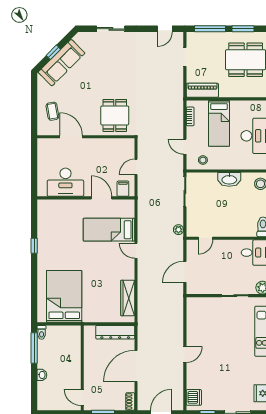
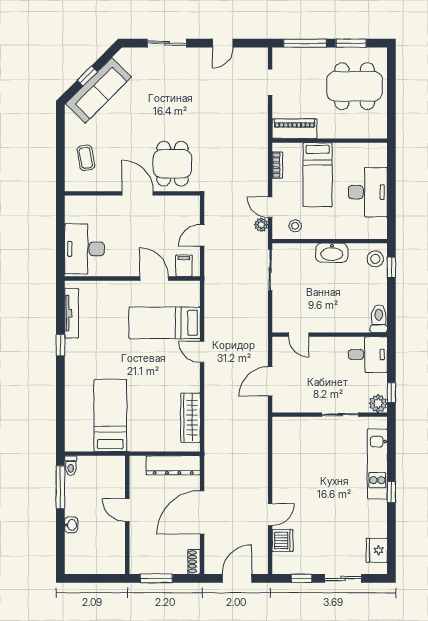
door: (165, 29) -> (223, 43), moved
door: (71, 137) -> (138, 193), moved
desk: (65, 182) -> (84, 249), moved, turned 90
tv unit: (42, 223) -> (71, 313), added
plant: (178, 230) -> (261, 225), moved
door: (205, 238) -> (299, 335), hinge flipped
bed: (64, 296) -> (110, 416), width x0.67
door: (185, 354) -> (270, 515), moved
door: (82, 397) -> (127, 510), moved
dishwasher: (194, 397) -> (283, 541), moved

